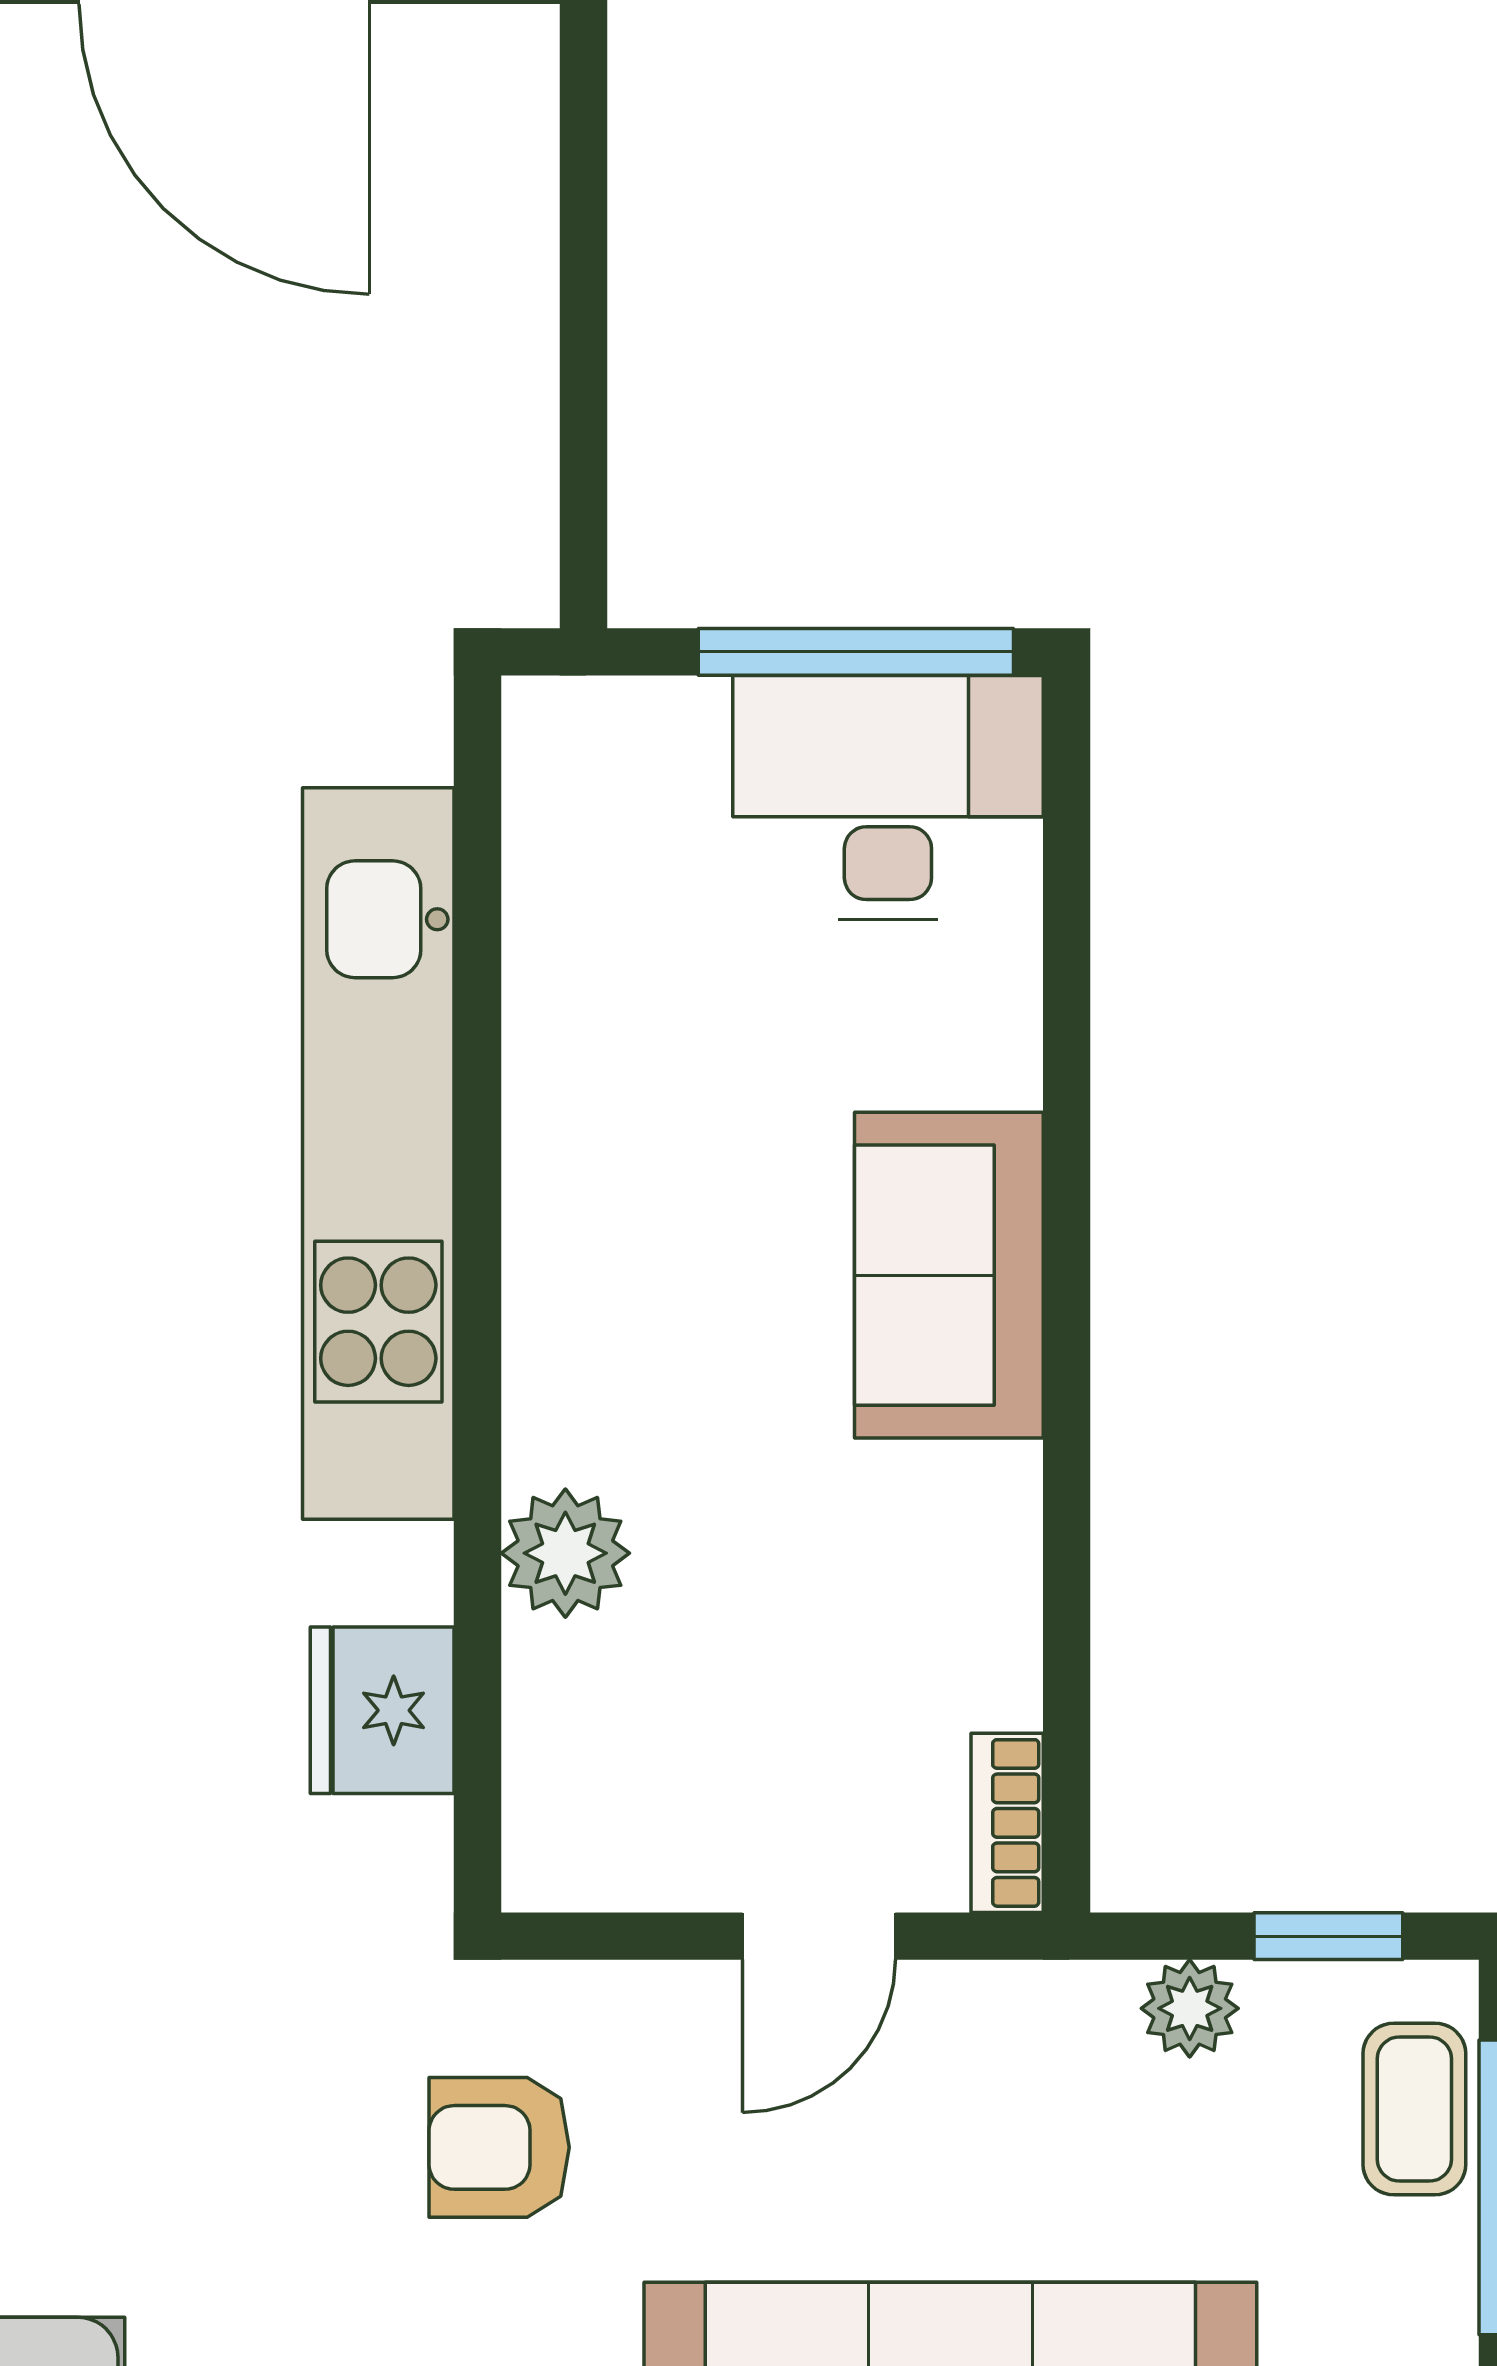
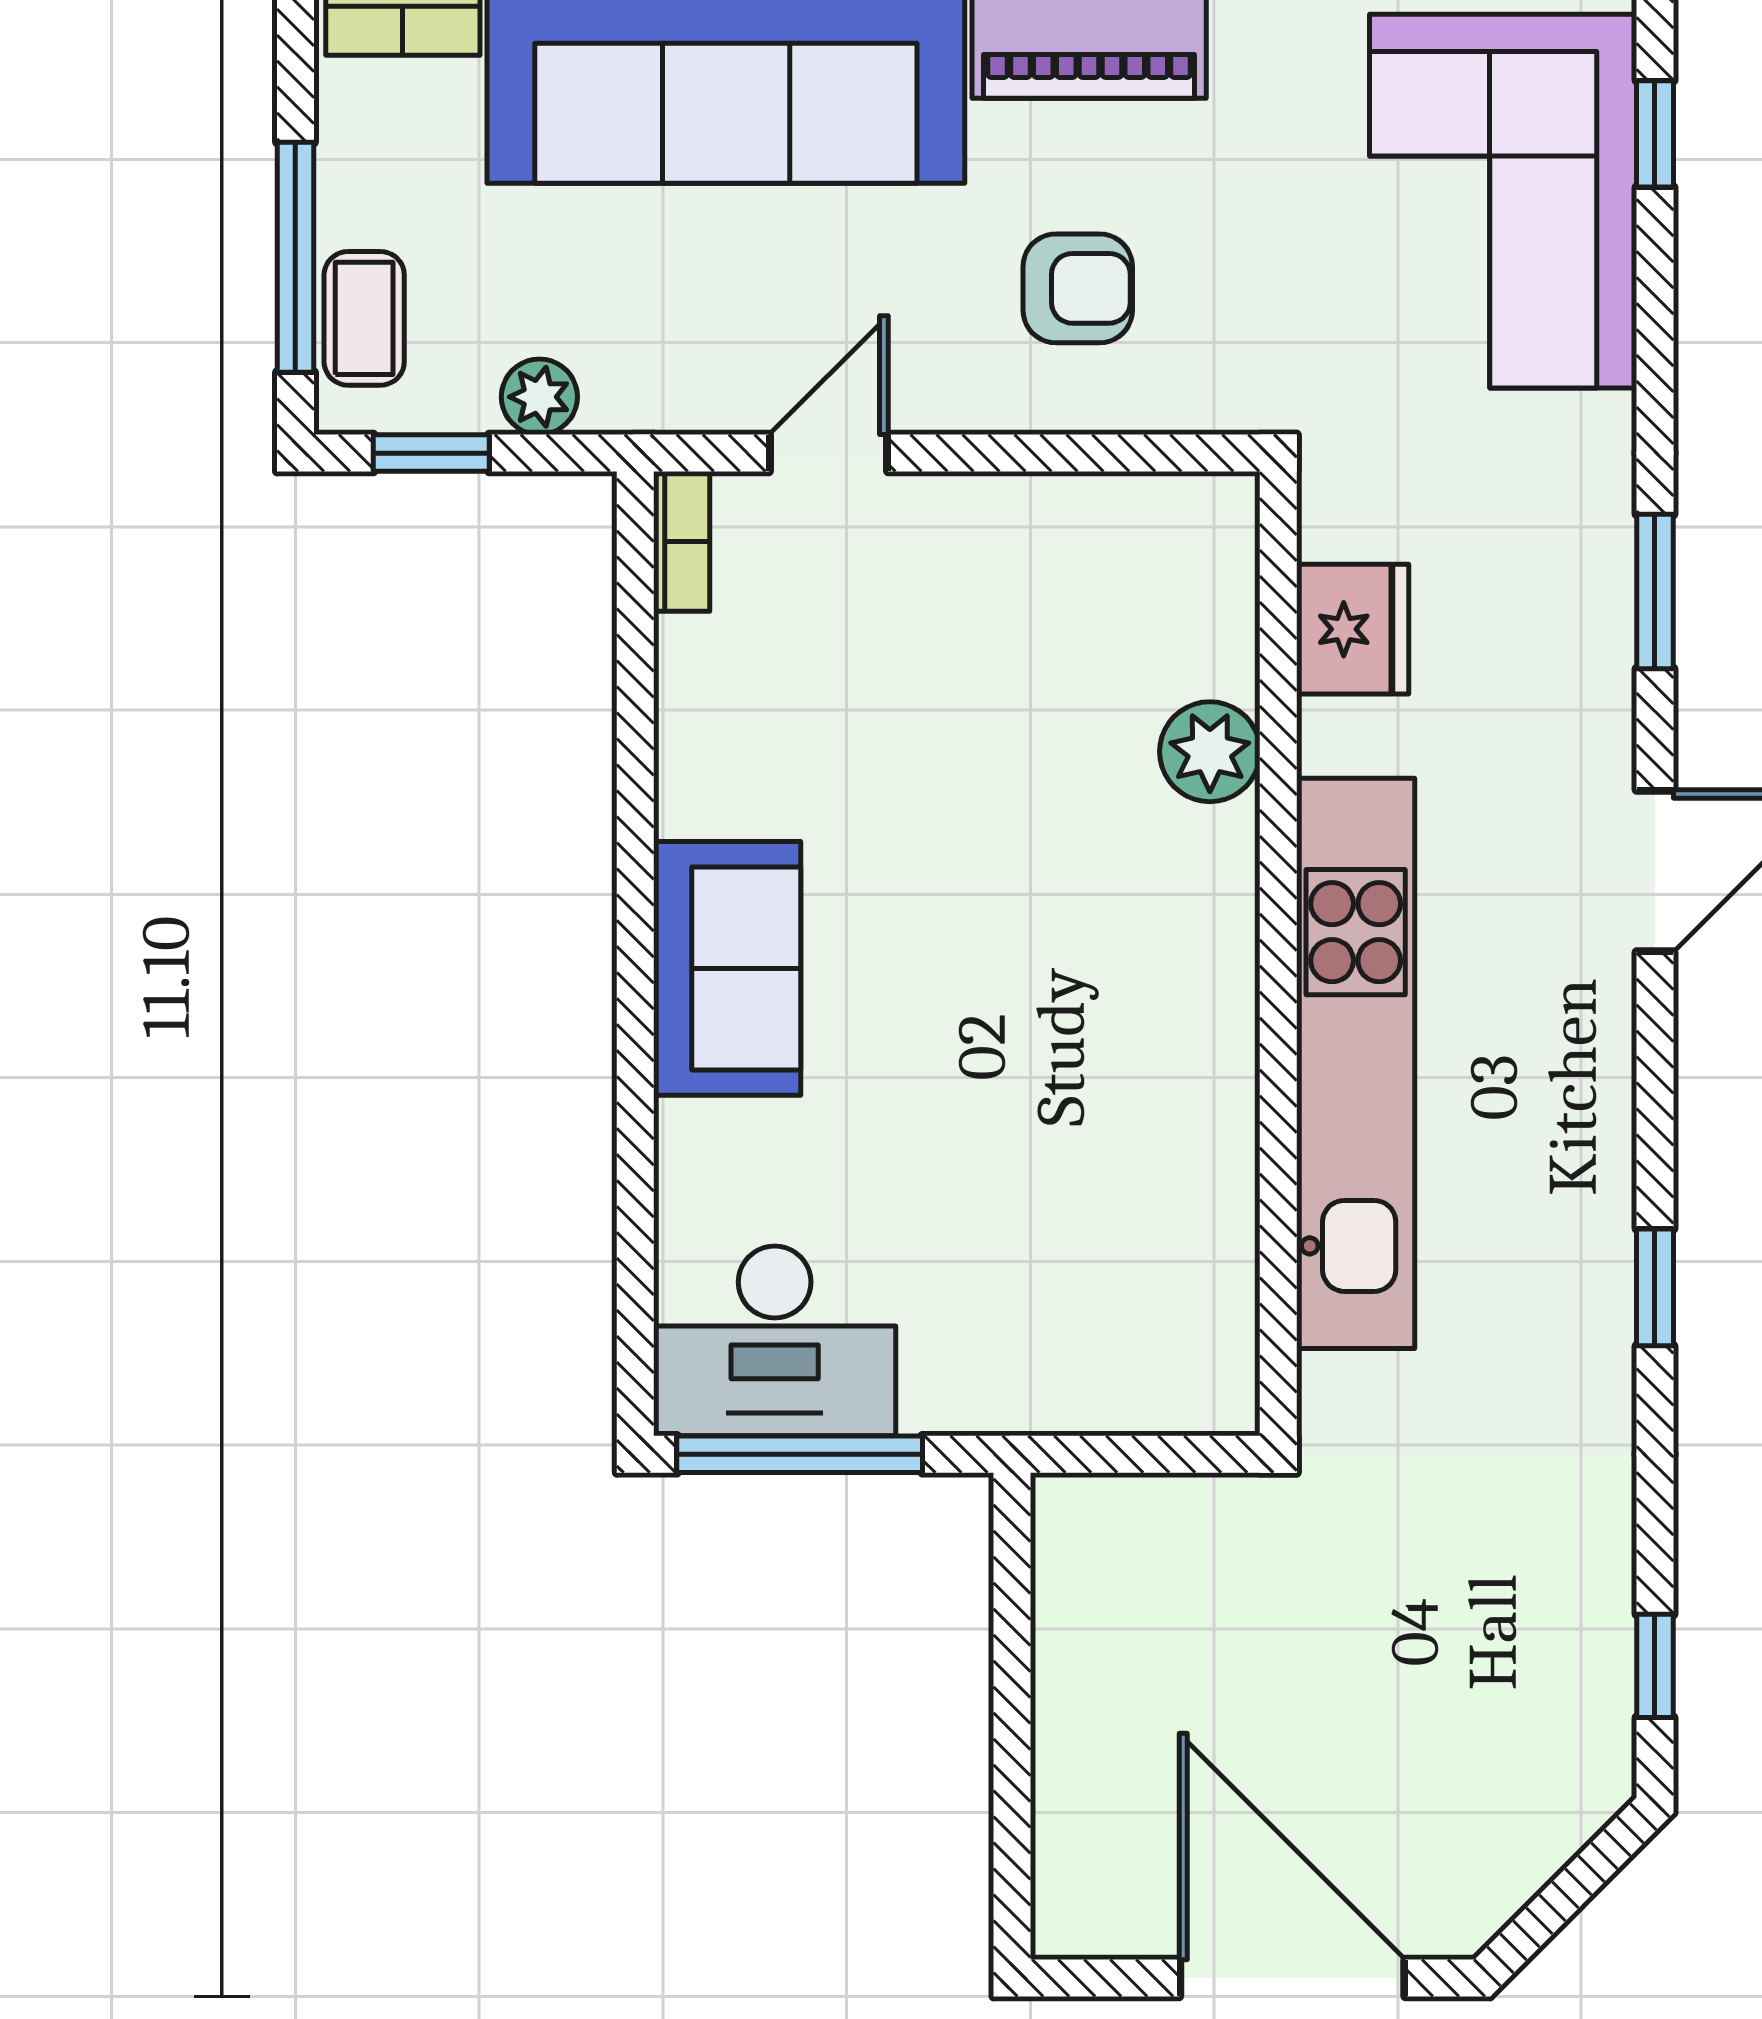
kitchen unit: (378, 1153) -> (1356, 1063), moved
wall: (477, 1294) -> (1278, 954), moved
plant: (565, 1553) -> (1210, 752), moved
fridge: (382, 1710) -> (1353, 629), moved

